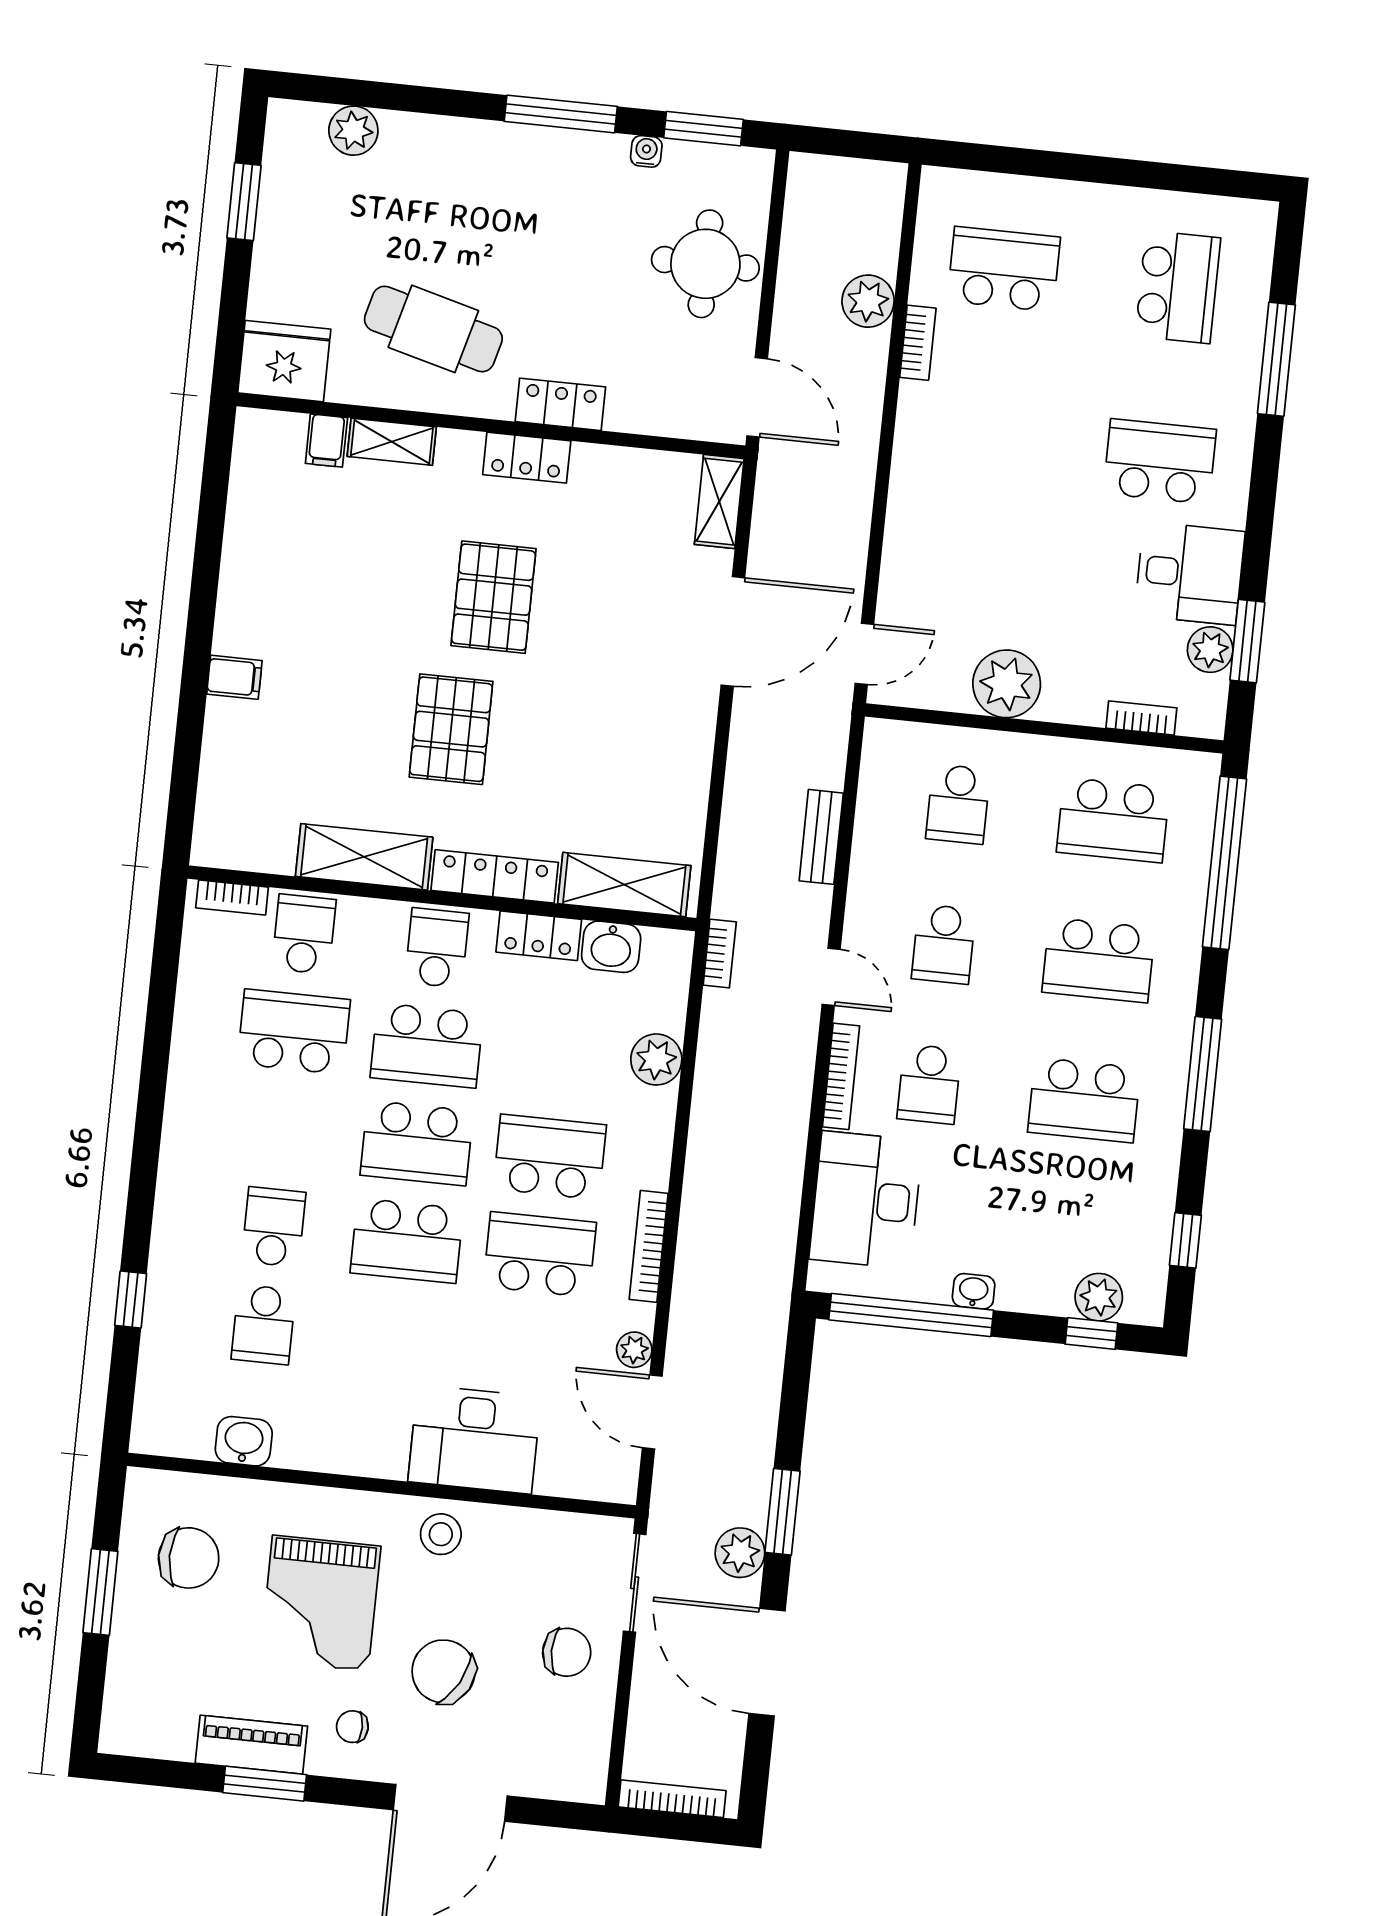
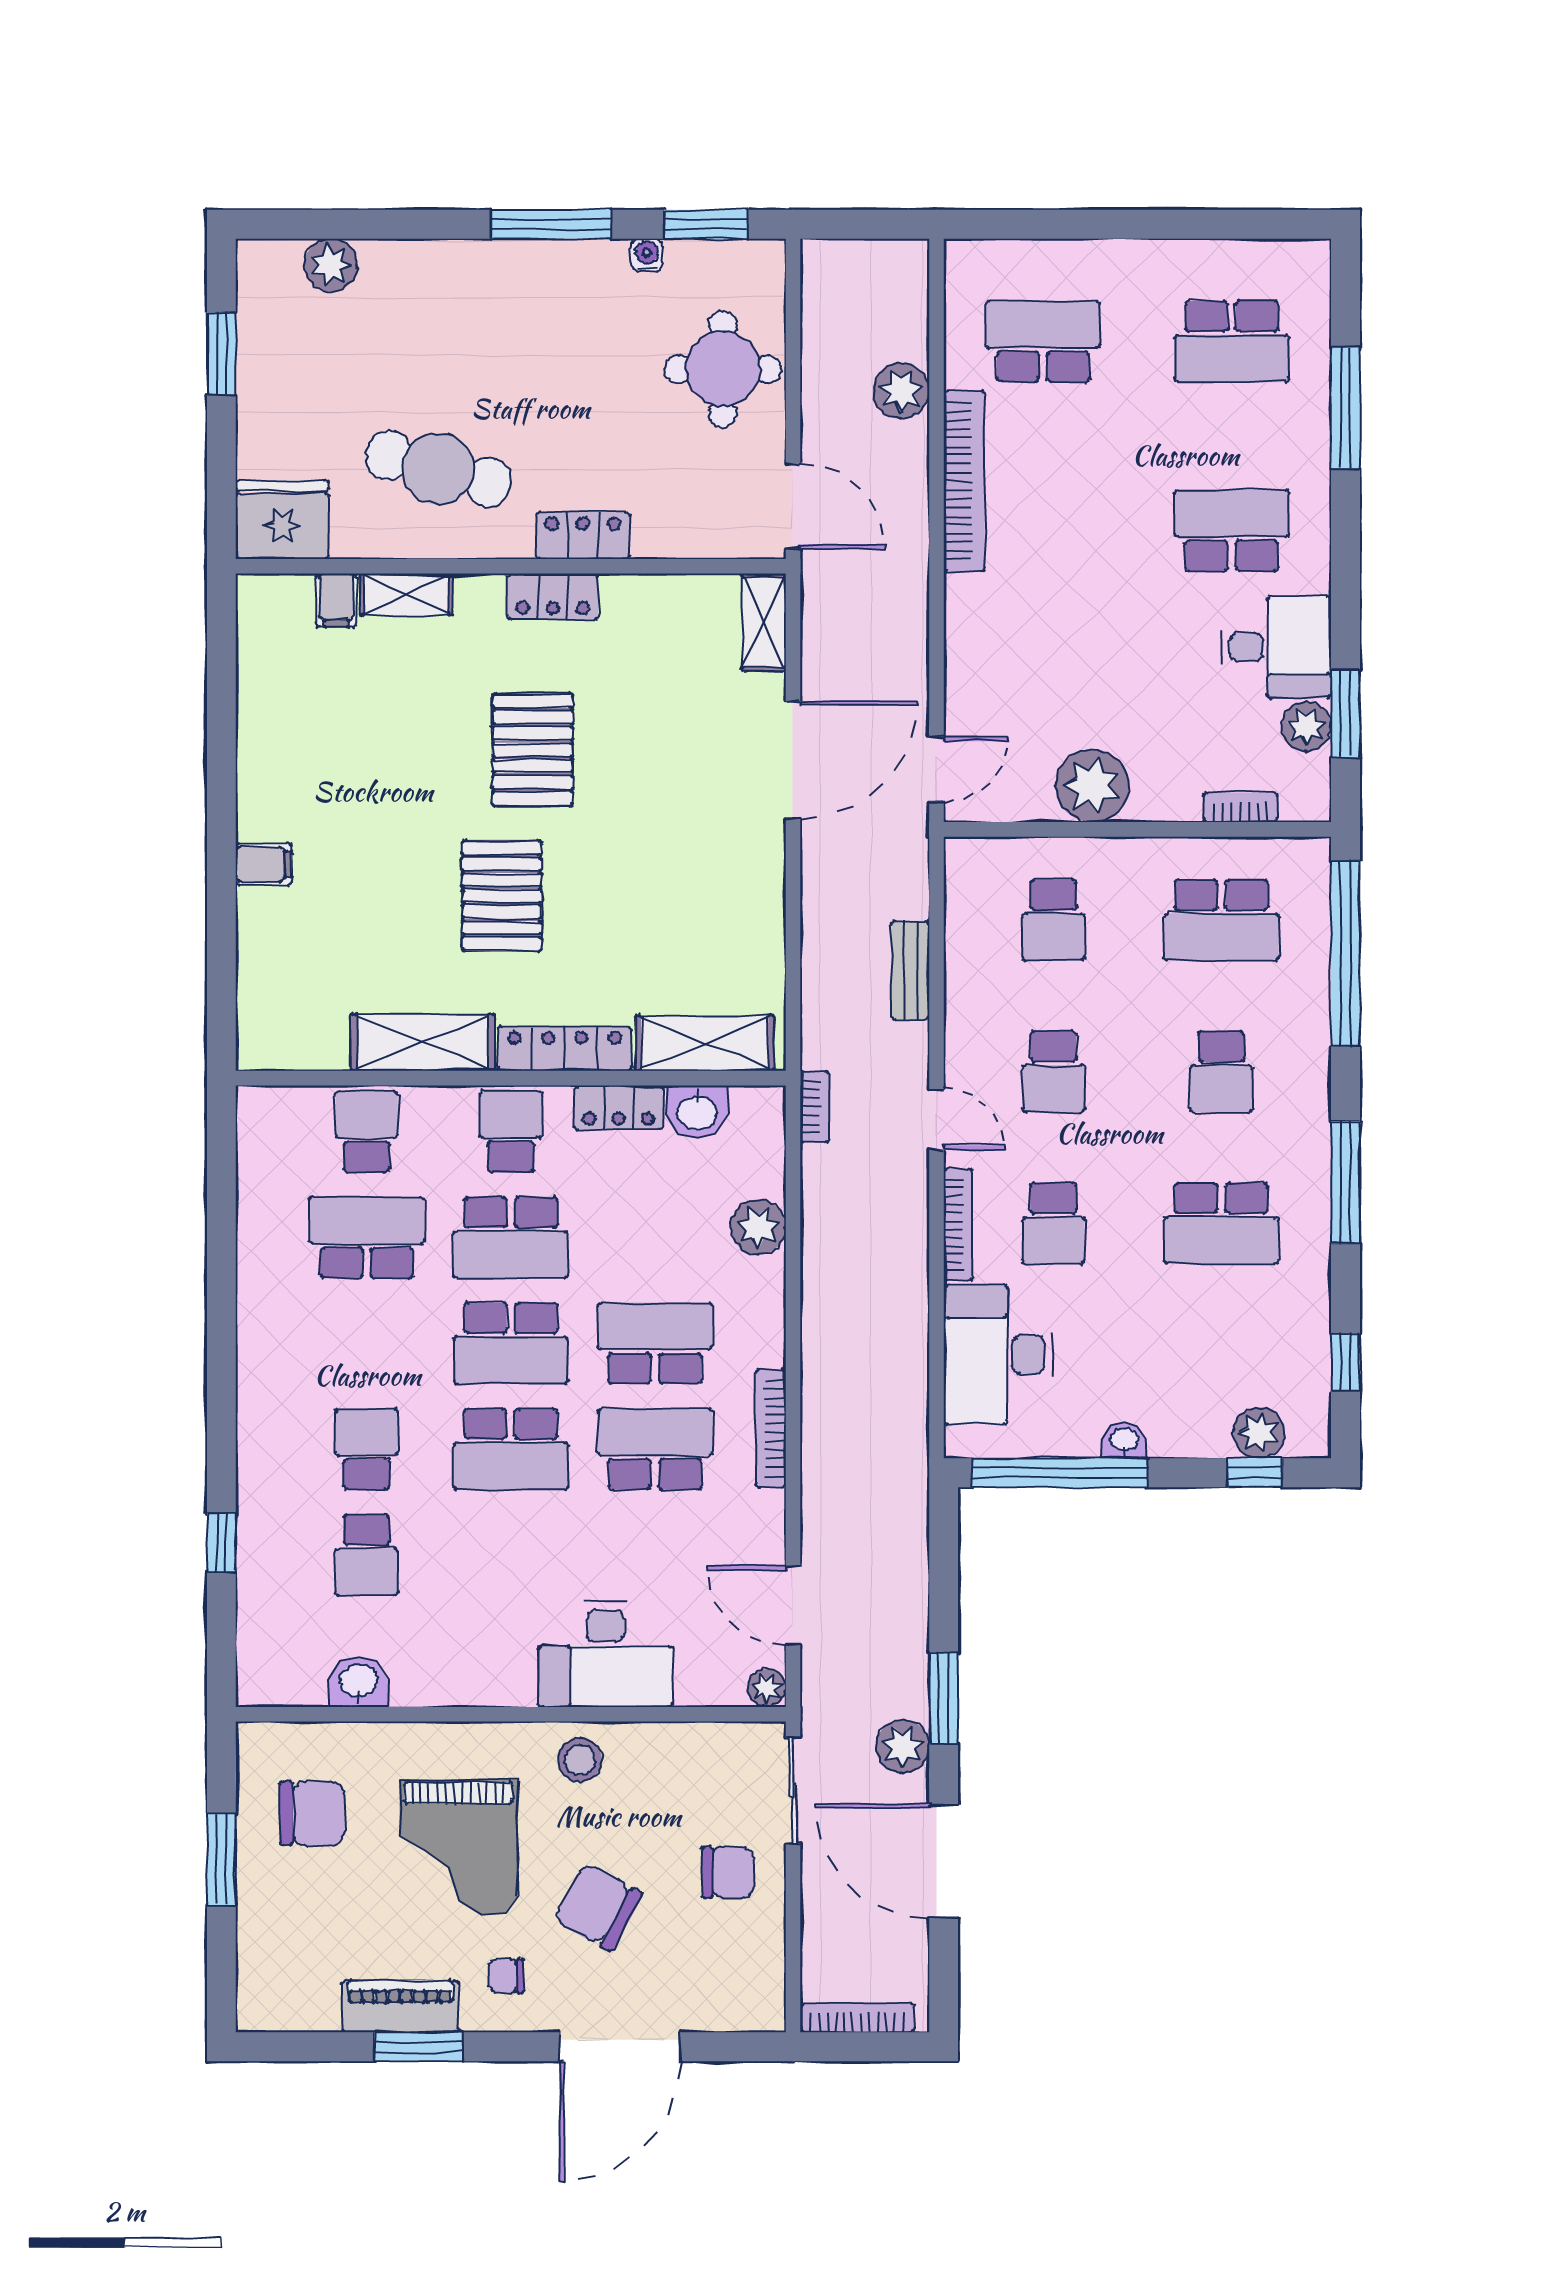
school desk: (1178, 287) -> (1232, 342), turned 90
bookcase: (918, 343) -> (964, 481), width x2.31, depth x1.31
bookcase: (232, 897) -> (286, 1100), removed
school desk: (1099, 960) -> (1221, 1072), width x0.54
plant: (634, 1350) -> (767, 1688), moved

